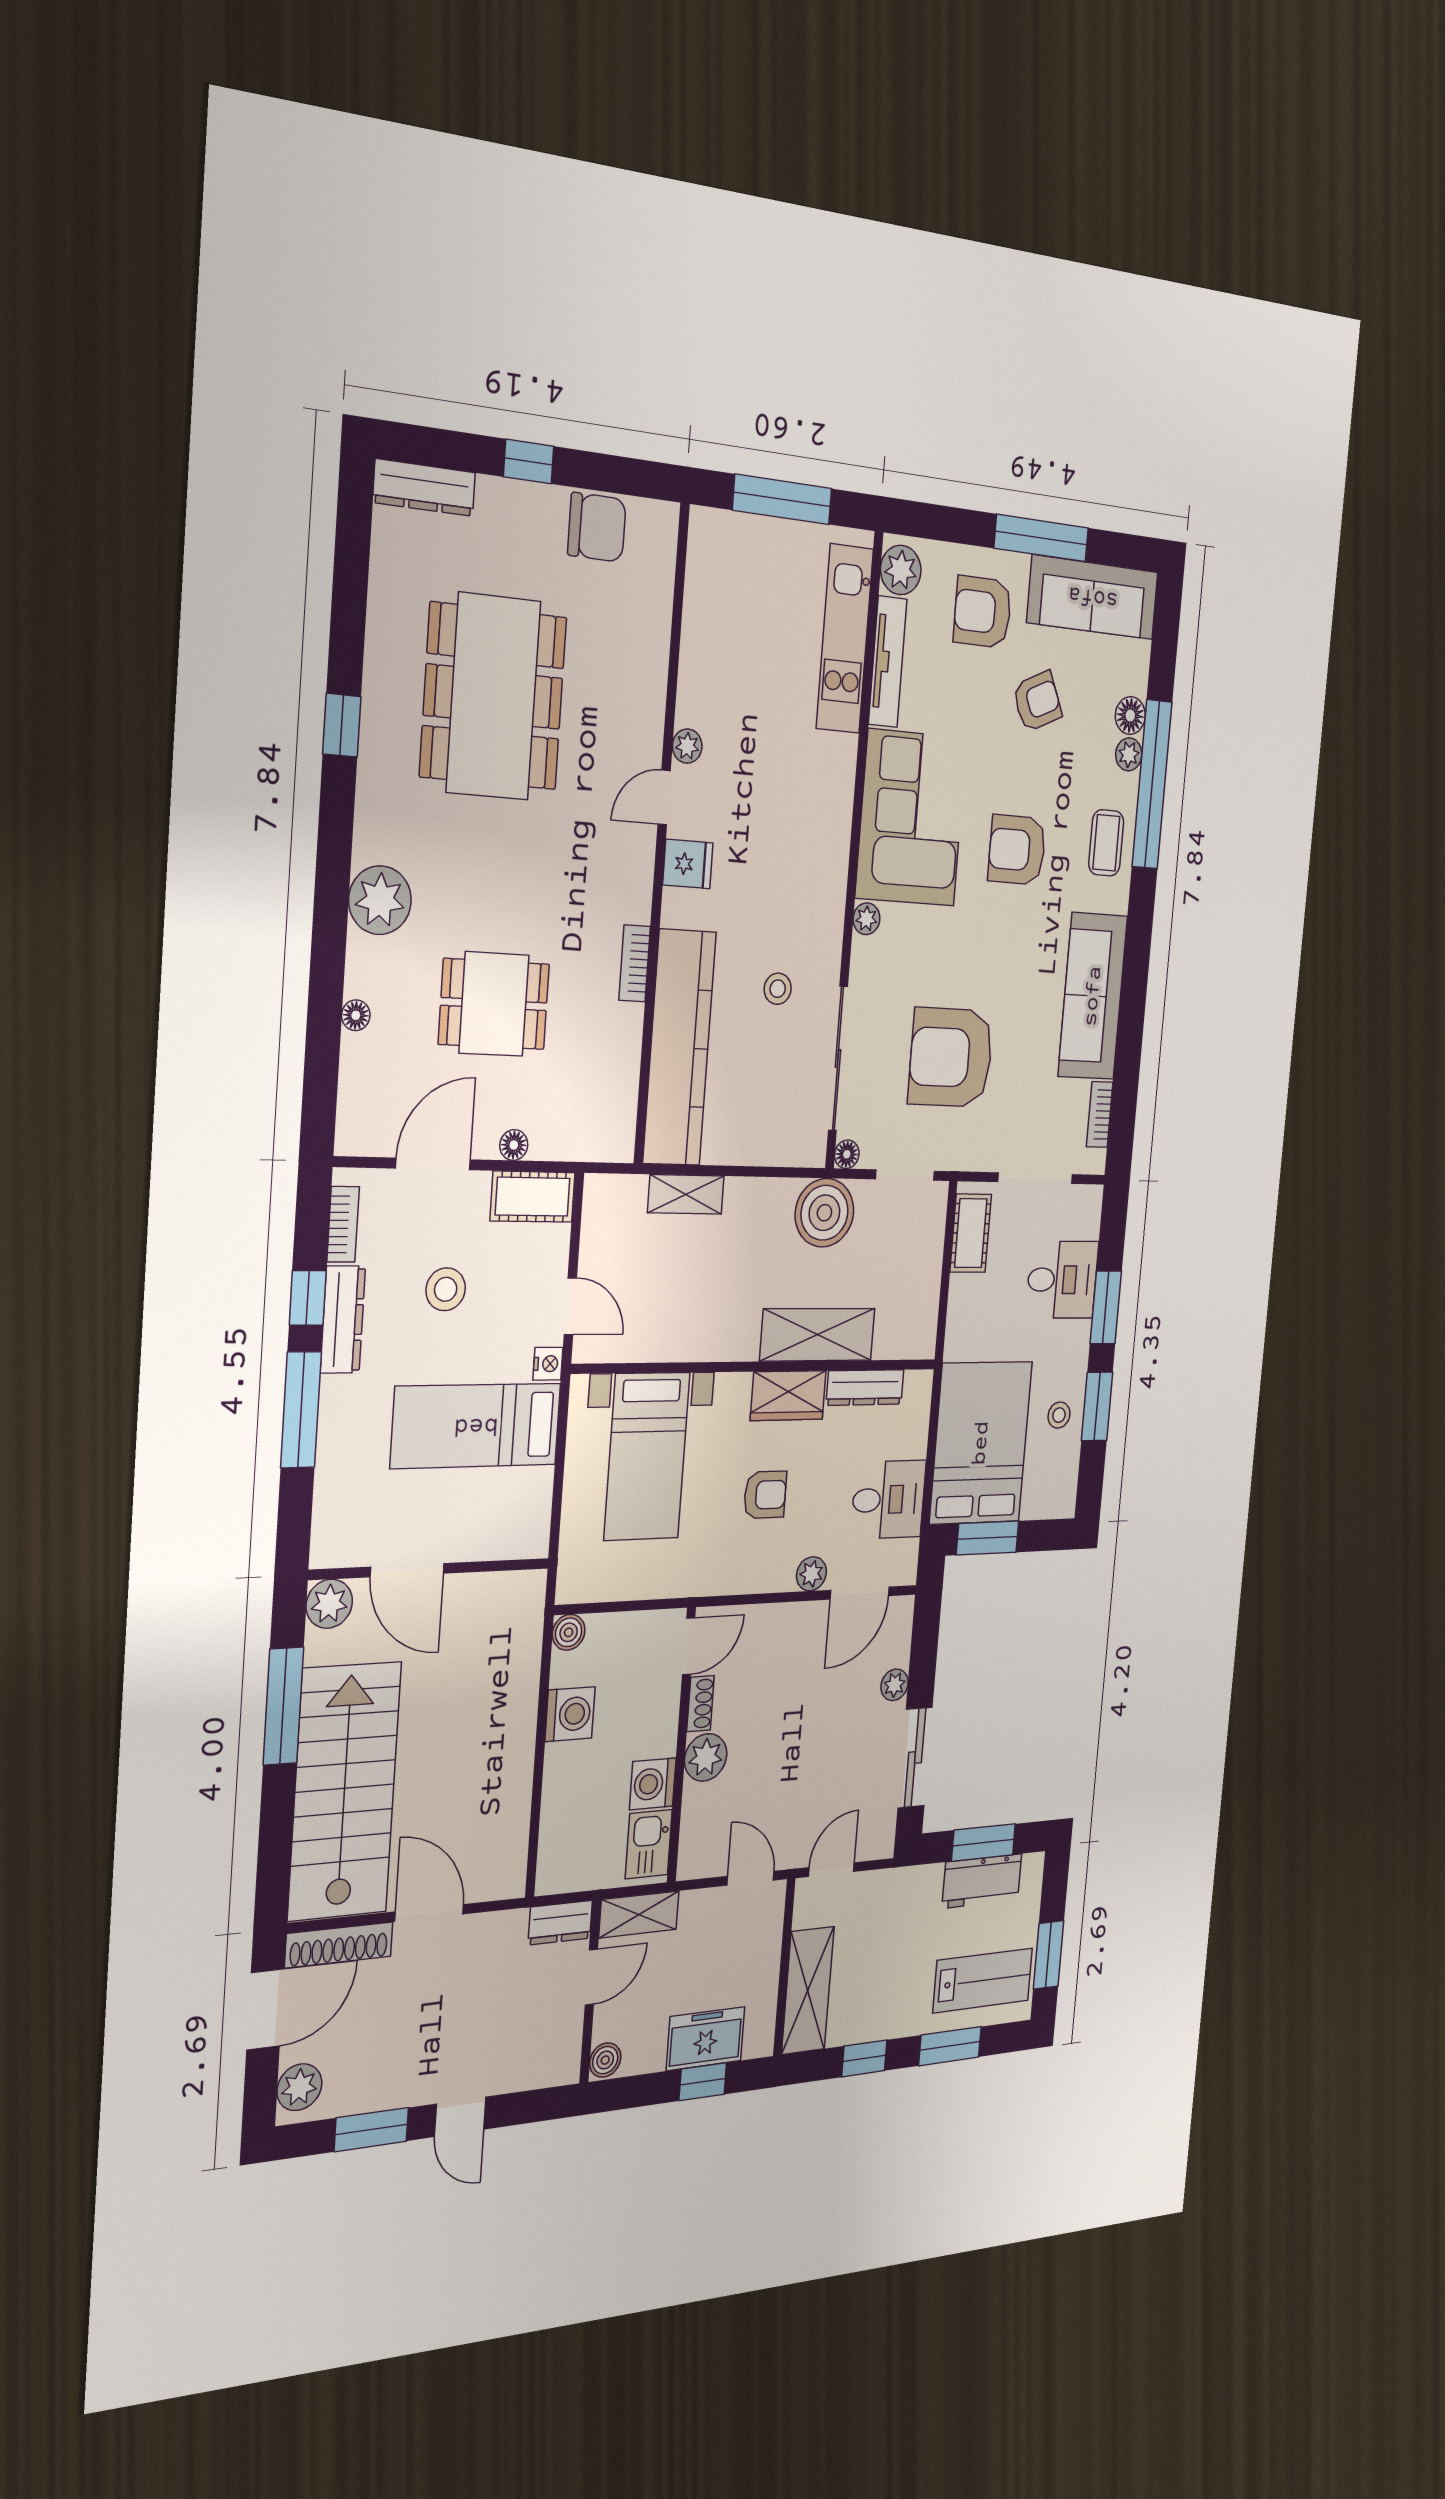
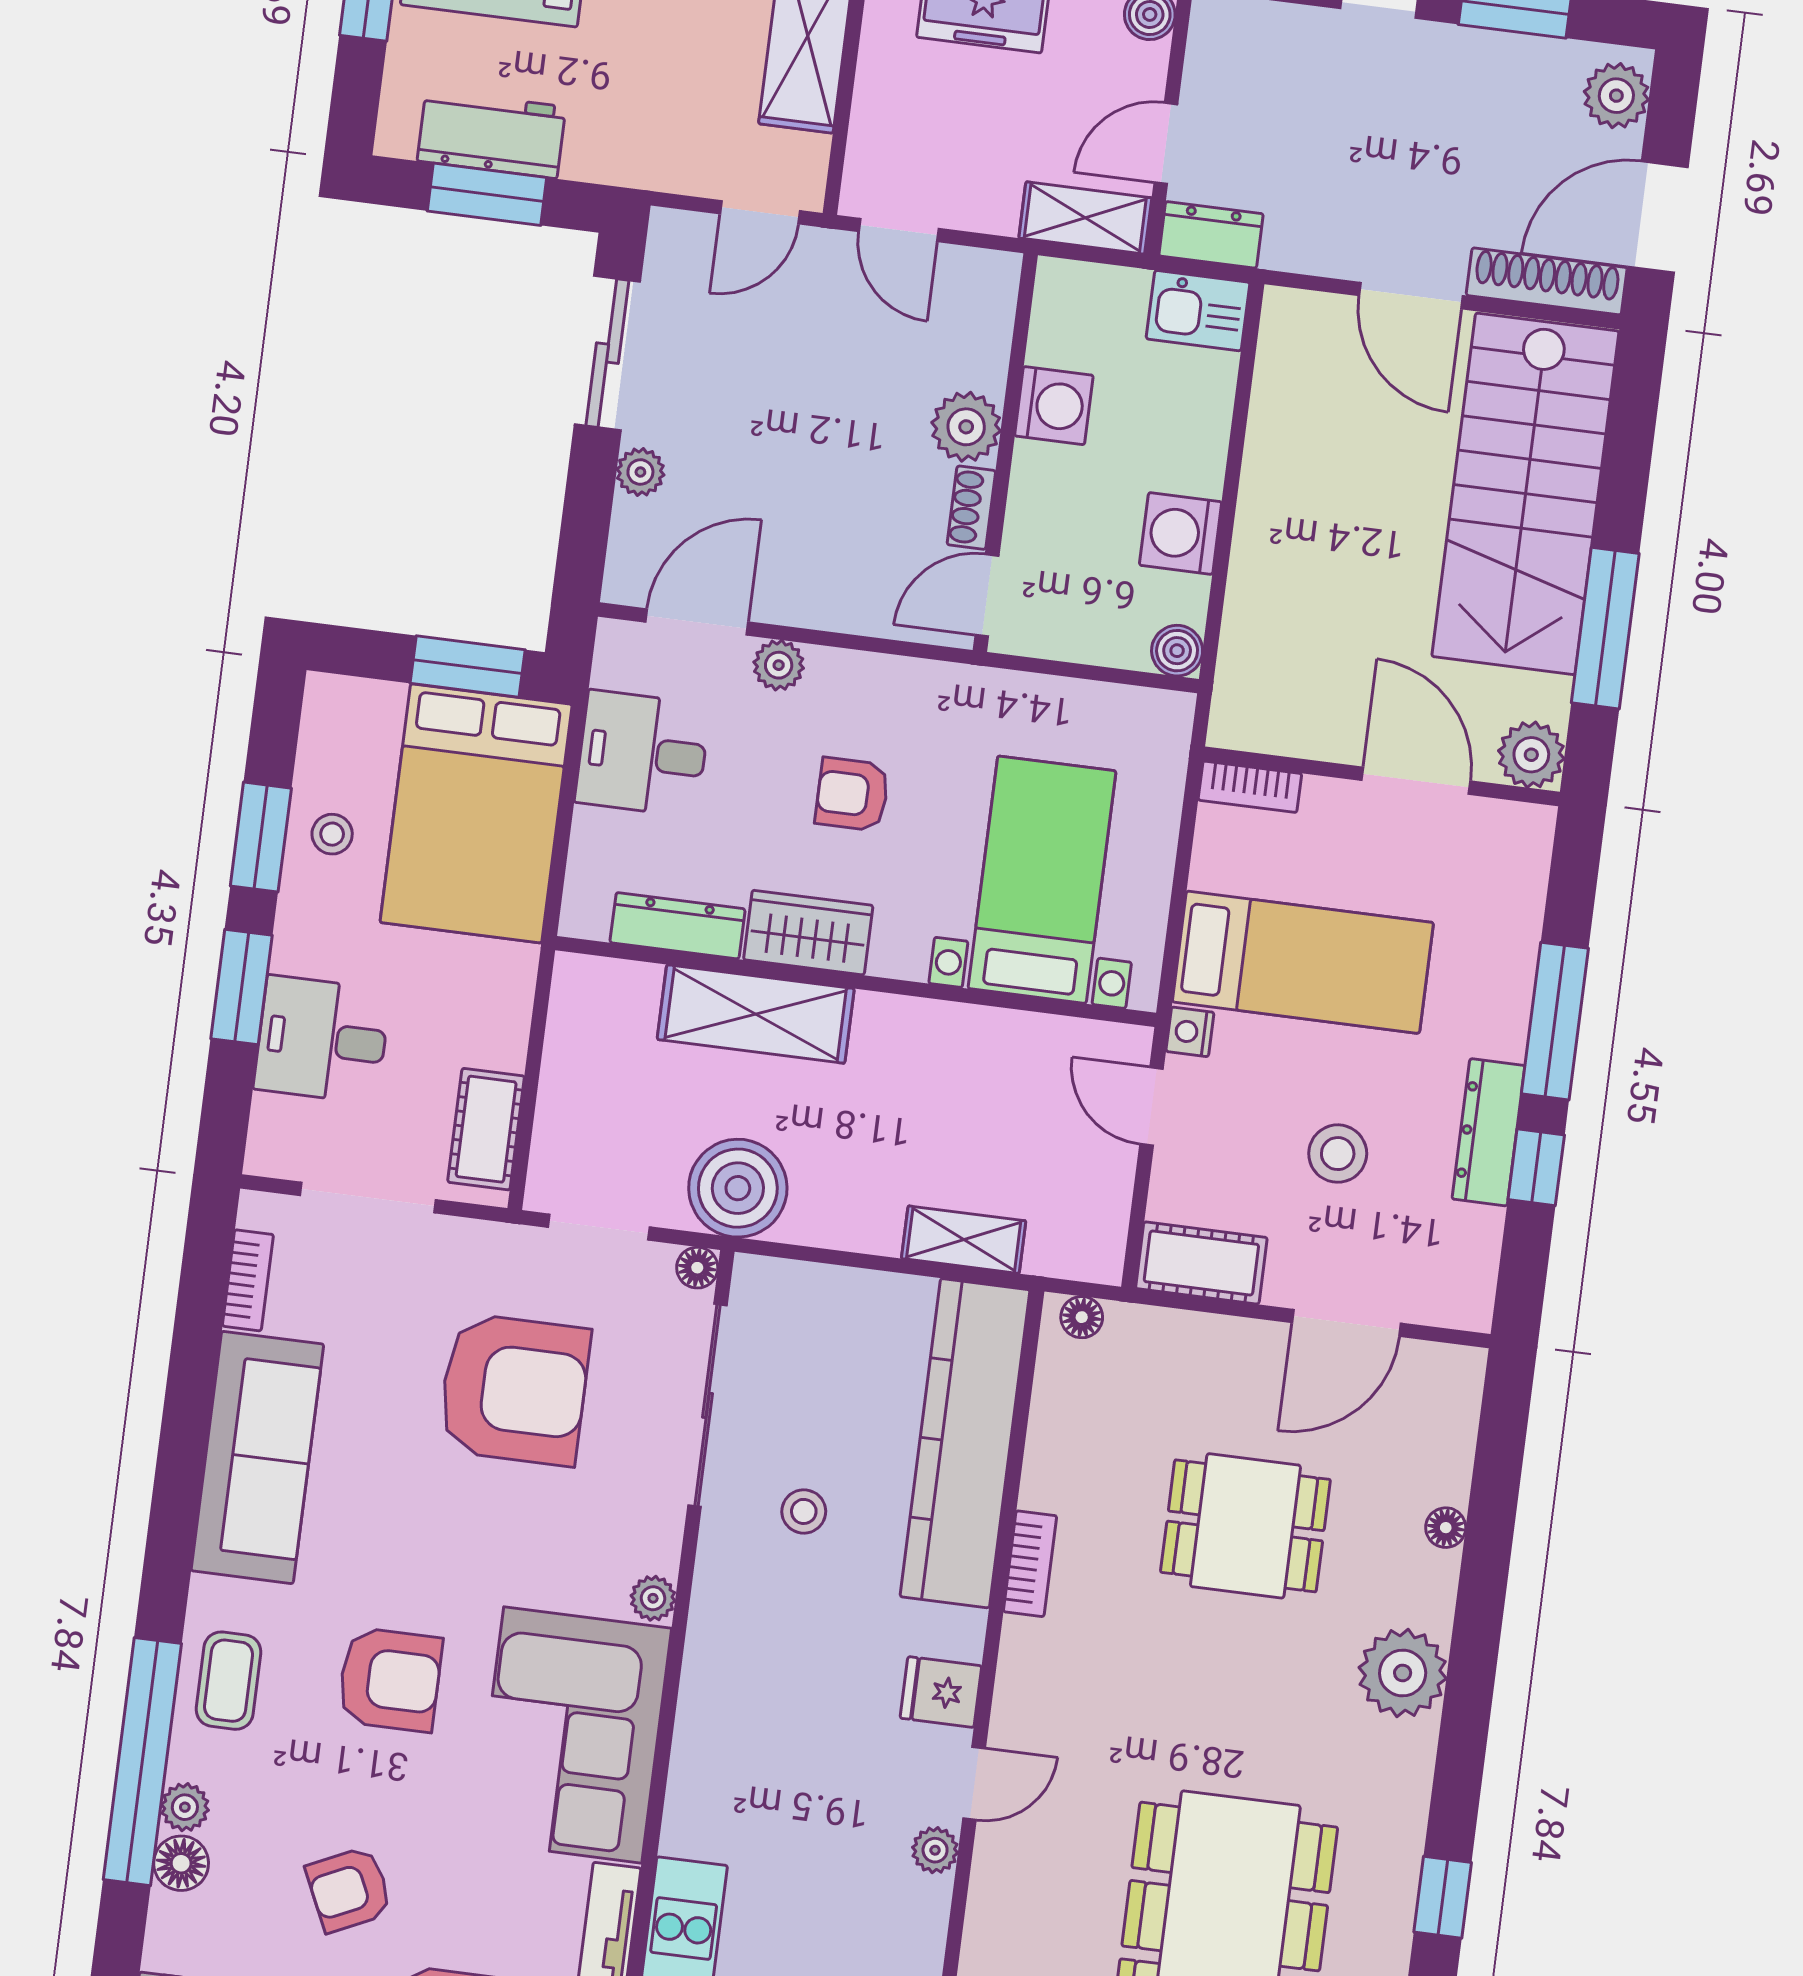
floor lamp: (514, 1145) -> (1082, 1317), moved
bookcase: (343, 1224) -> (1250, 787), moved, turned -90
kitchen sink: (649, 1844) -> (1198, 311), moved, turned 90

